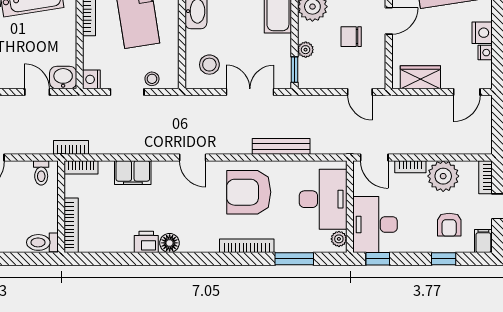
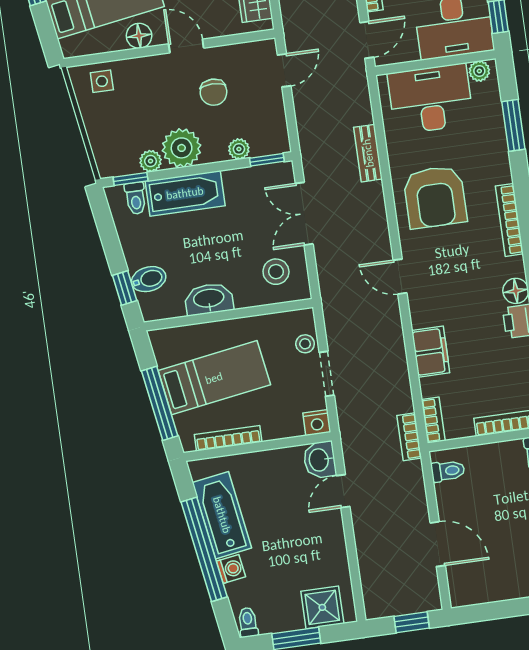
bench: (281, 146) -> (368, 153), width x0.73
door: (193, 157) -> (400, 277), swing flipped
bookcase: (247, 246) -> (509, 220), moved

